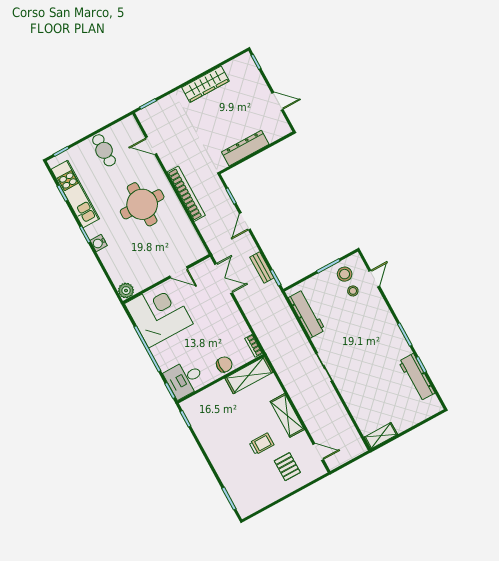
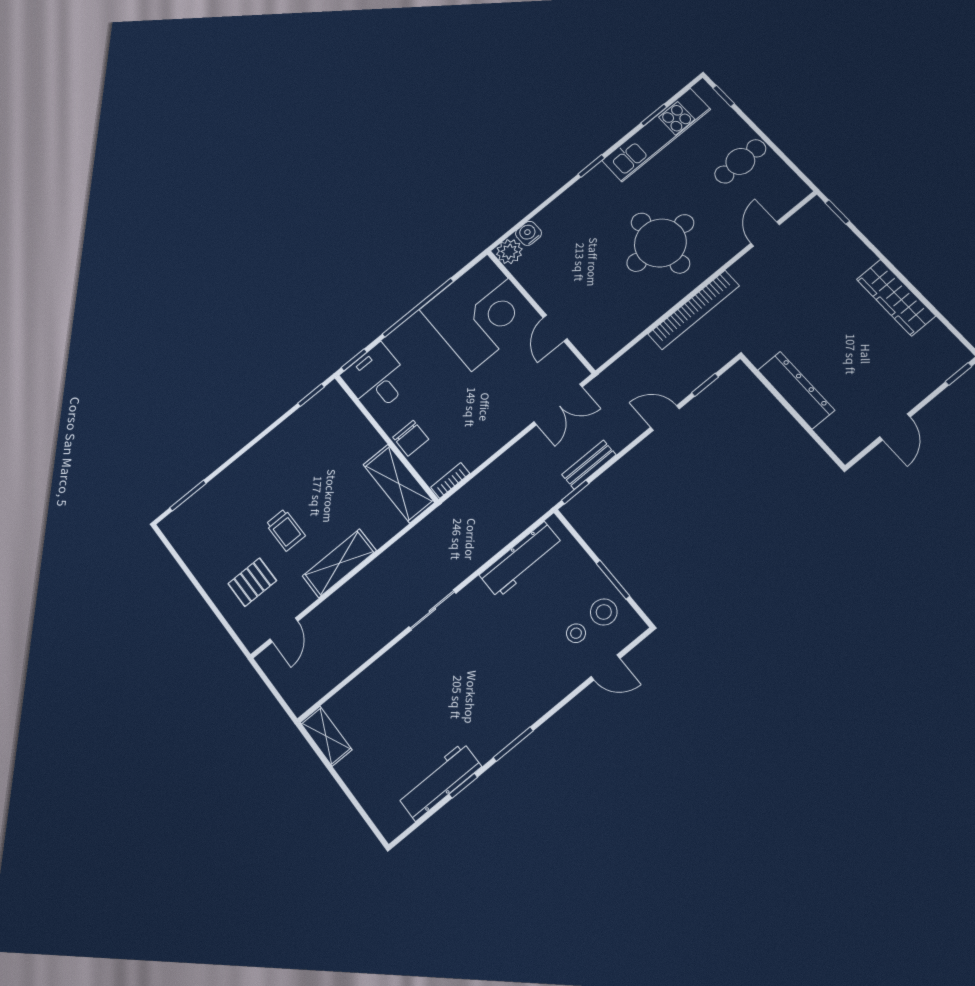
water cooler: (99, 243) -> (528, 233), moved

